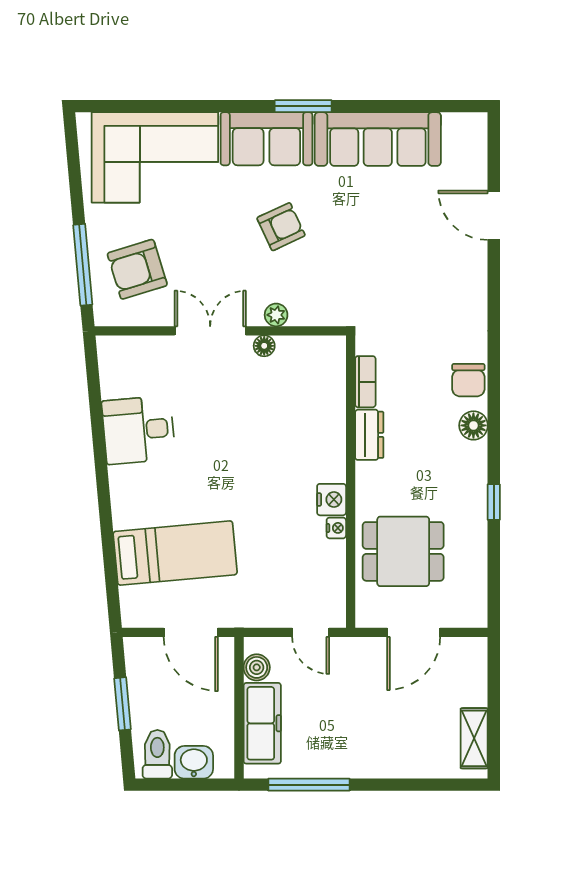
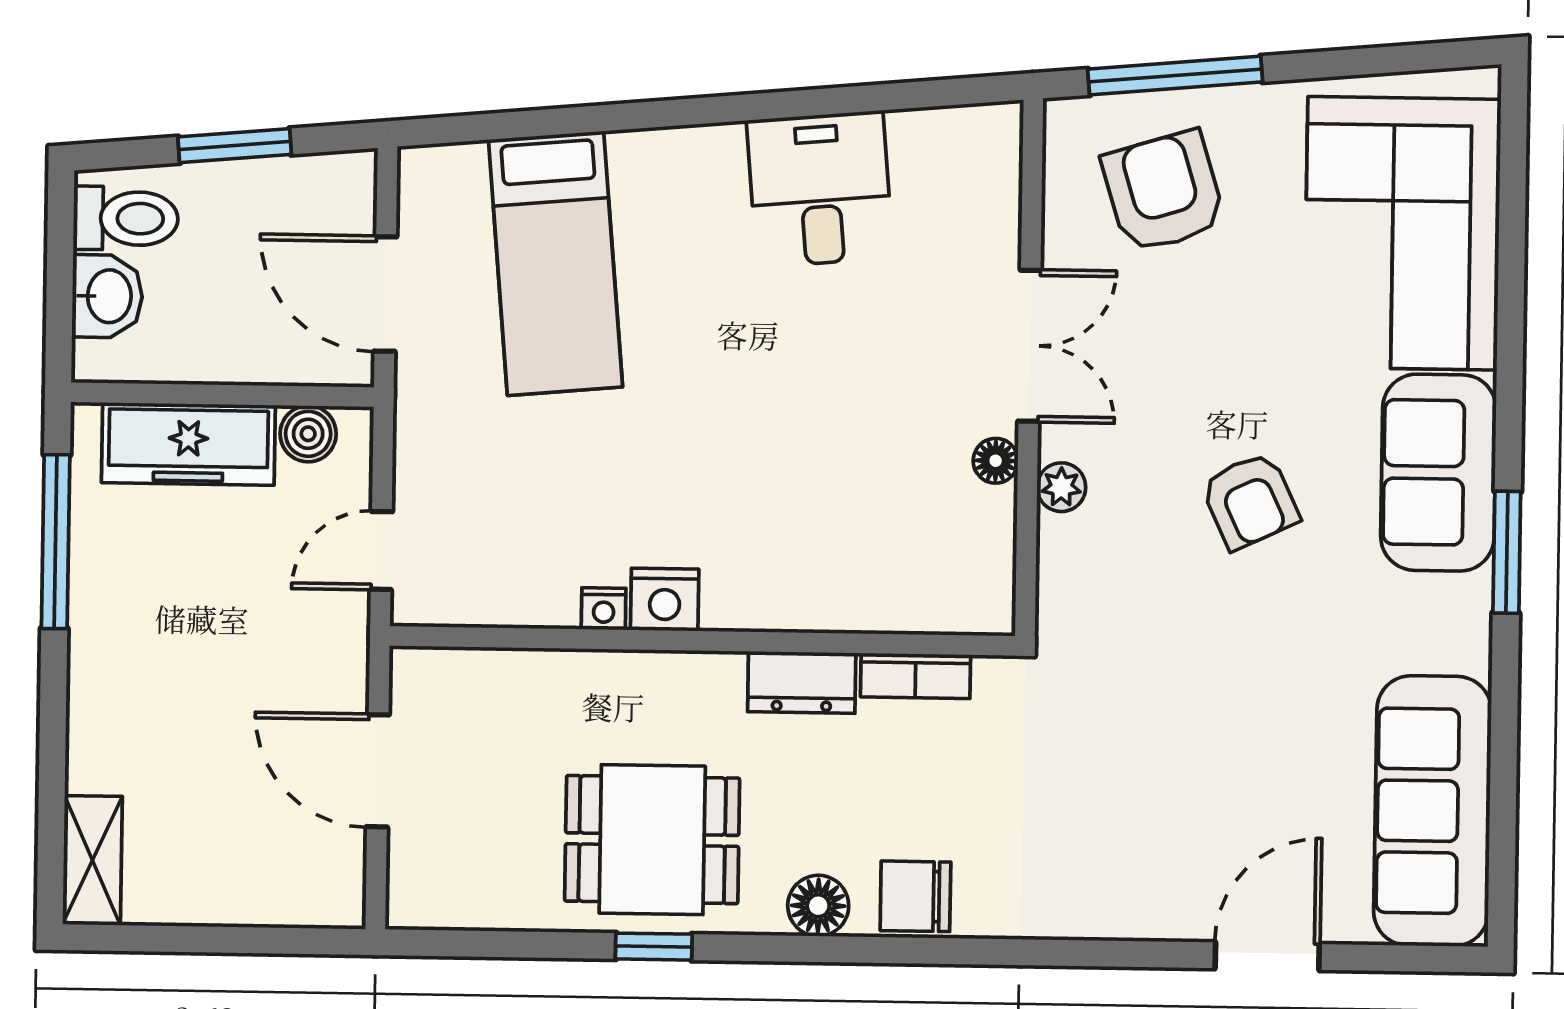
sofa: (378, 139) -> (1433, 811), moved
dining table: (403, 551) -> (652, 840), moved, turned 90
door: (191, 632) -> (385, 294), hinge flipped
shelving: (474, 738) -> (92, 860), moved, turned 90

